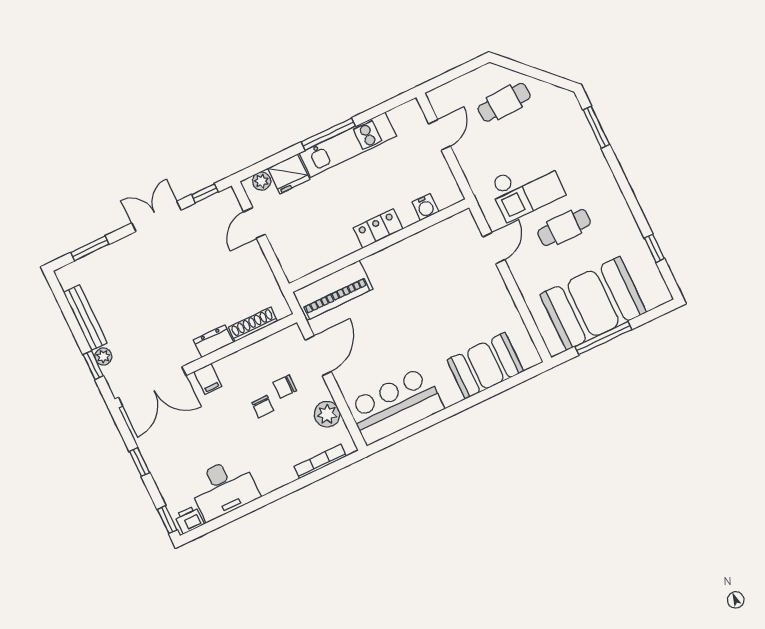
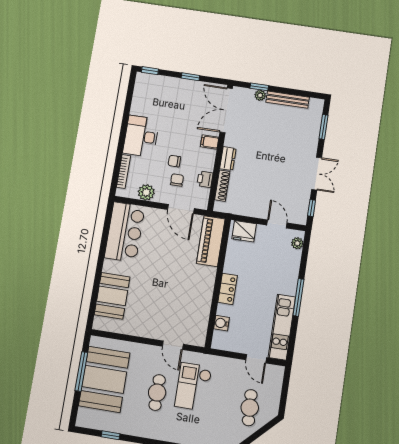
kitchen unit: (348, 145) -> (282, 327), moved
fridge: (289, 174) -> (244, 231), moved, turned -90
desk: (223, 488) -> (141, 136), moved
printer: (189, 520) -> (205, 179), moved, turned 180

